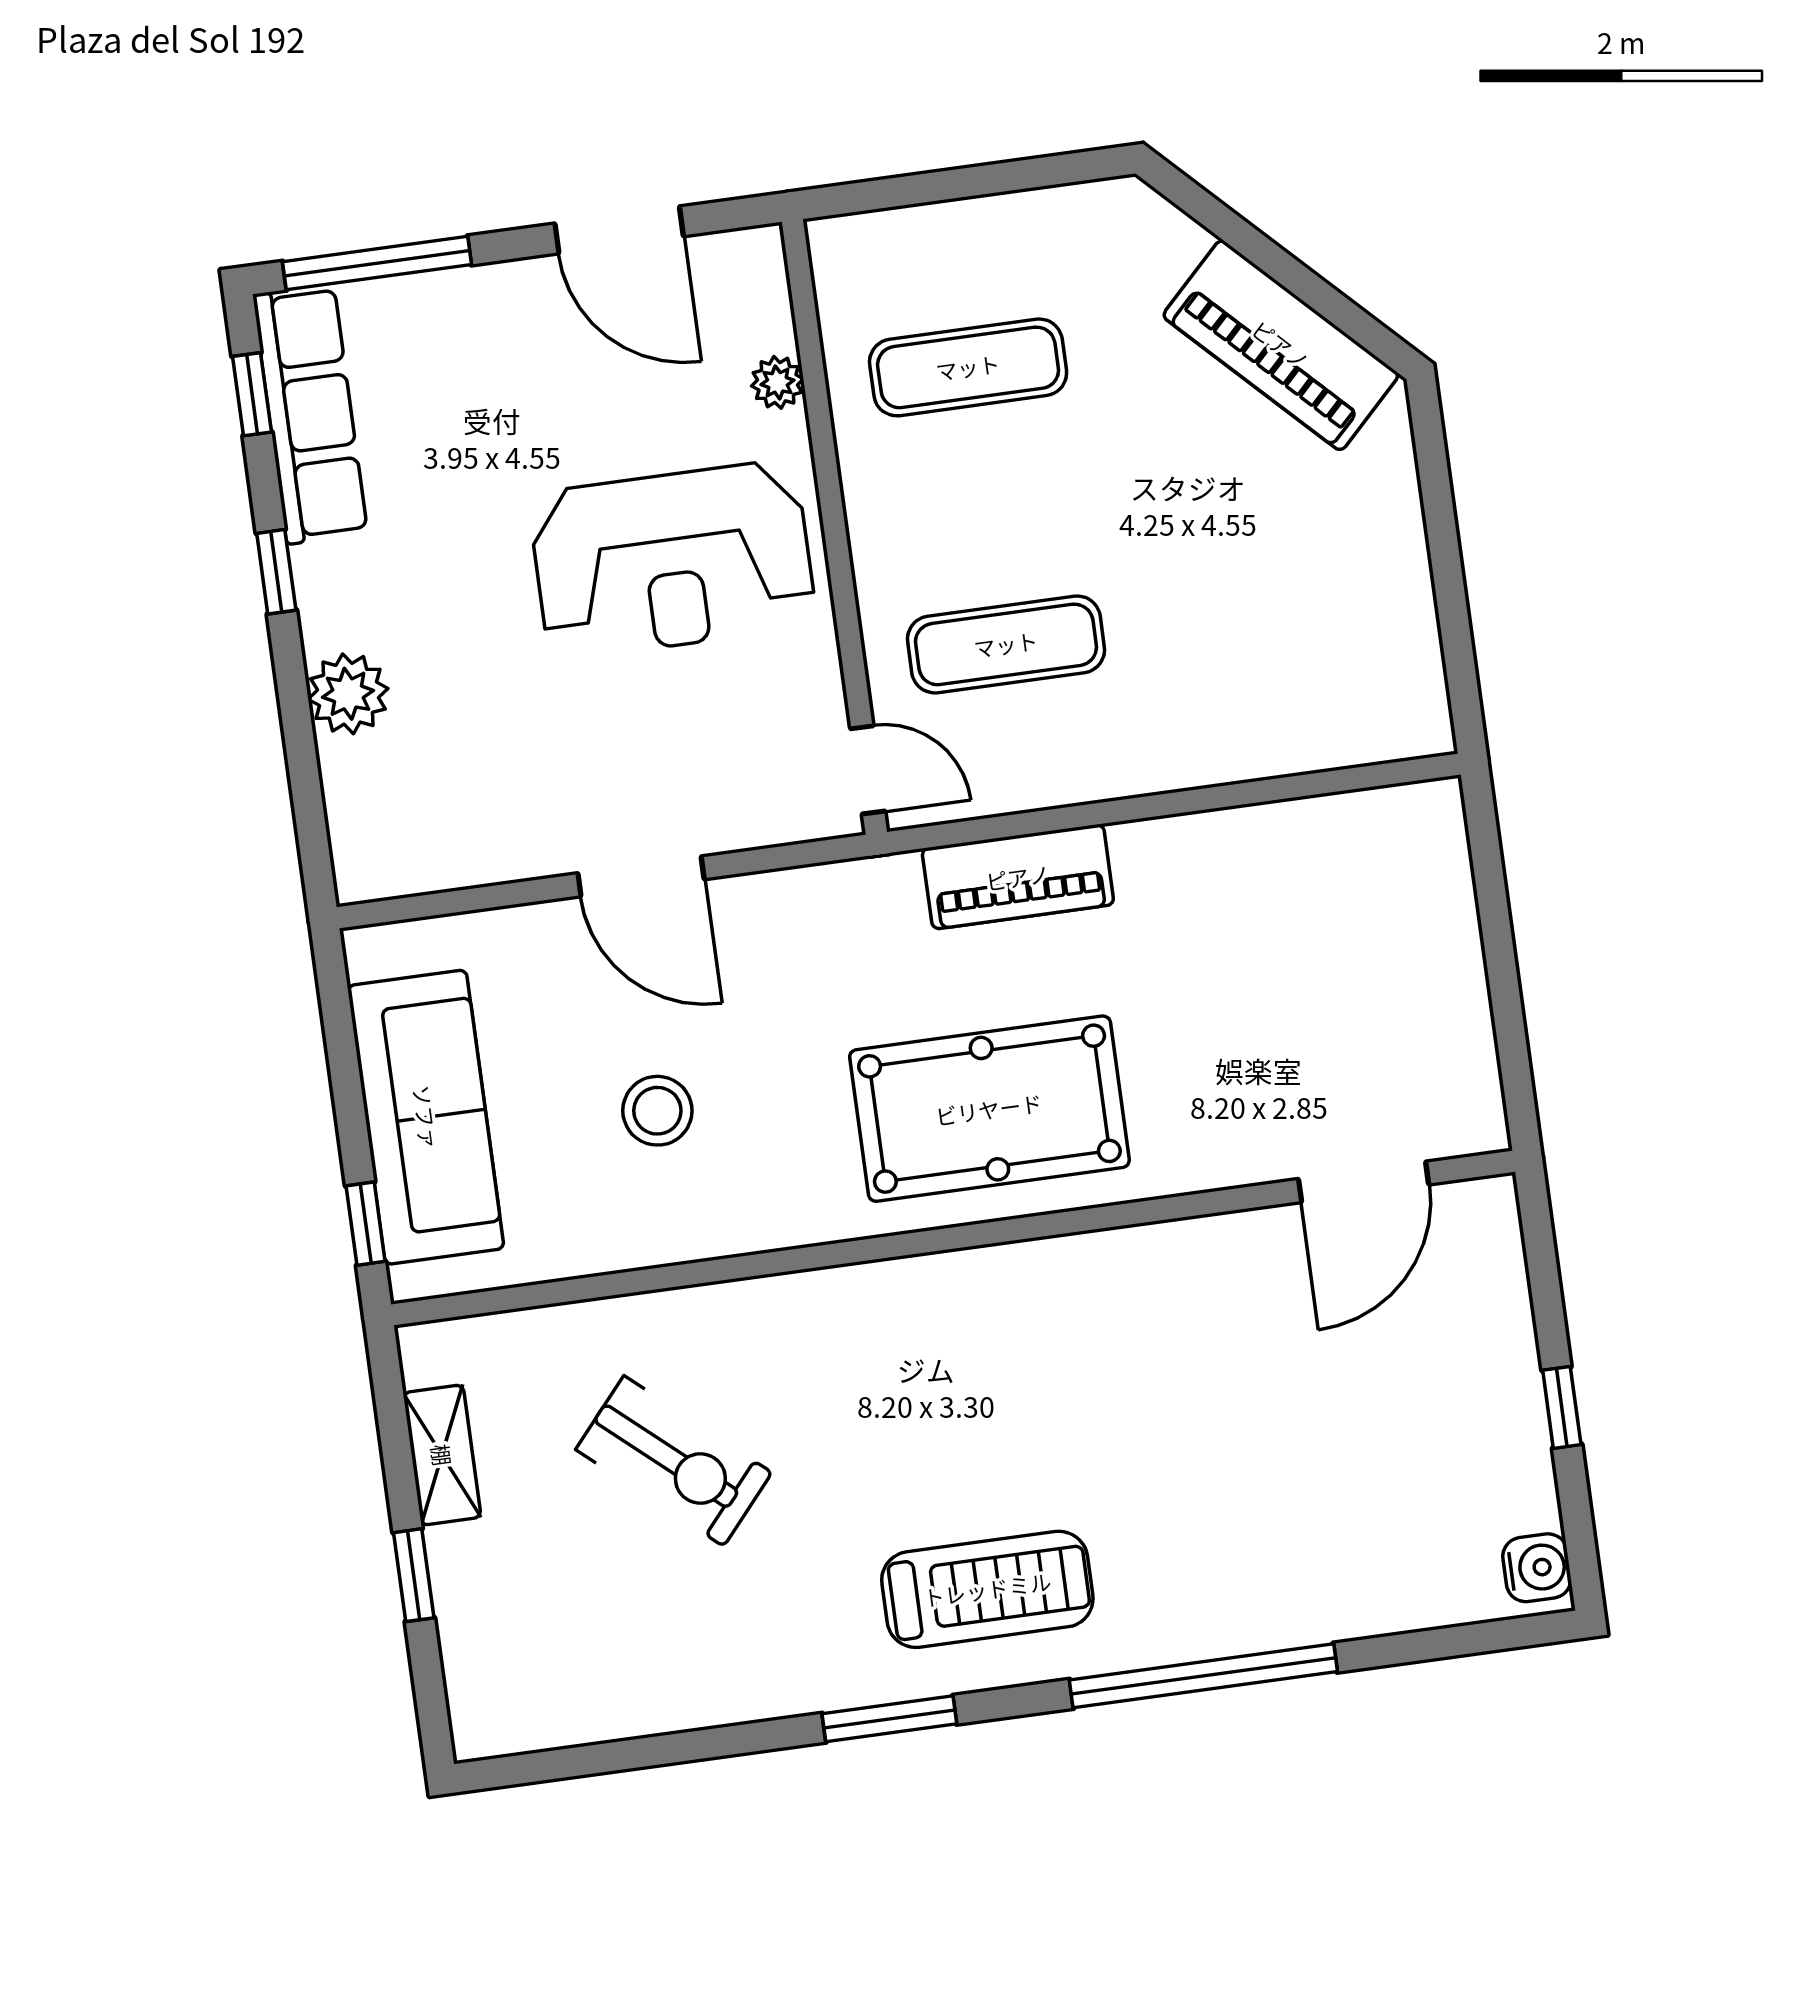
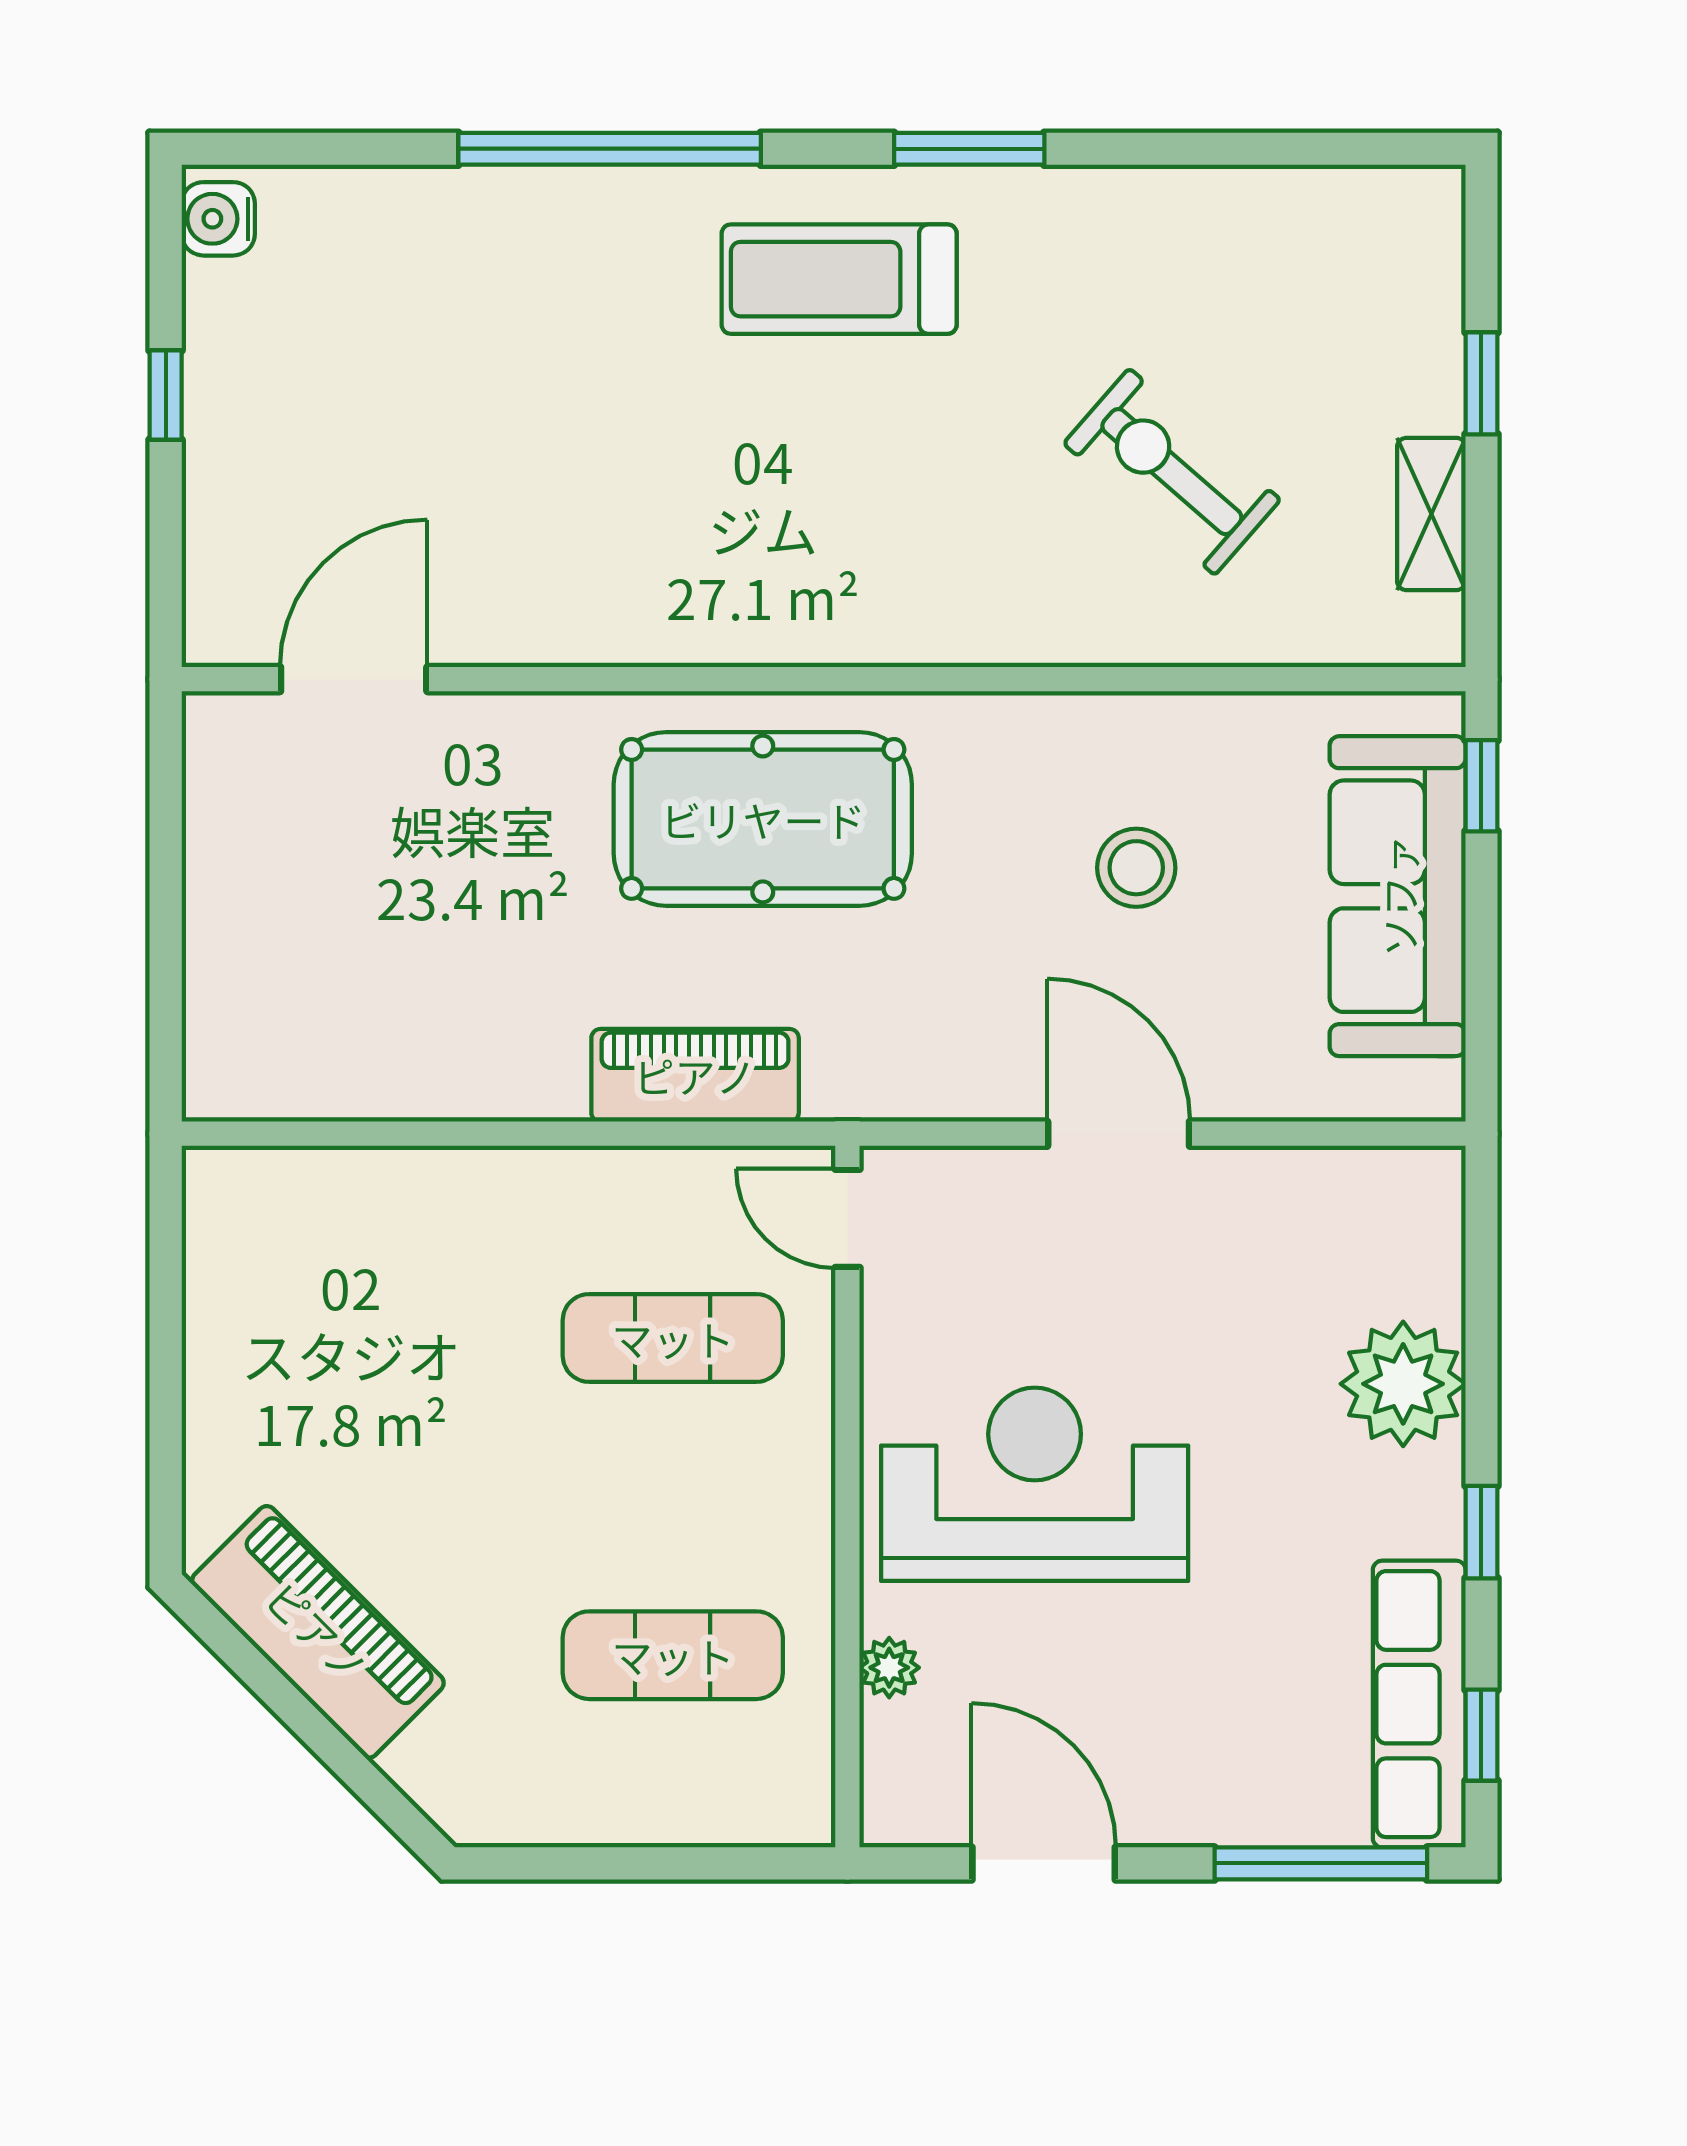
plant: (348, 694) -> (1403, 1384), width x1.36, depth x1.36

